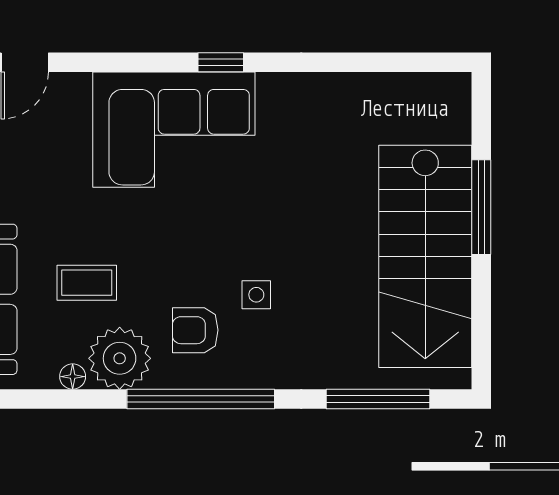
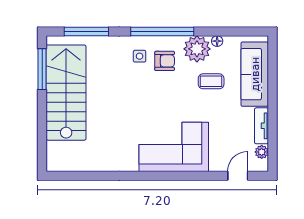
window: (221, 62) -> (154, 176), removed
window: (481, 207) -> (42, 69), moved
side table: (256, 295) -> (140, 56), moved

